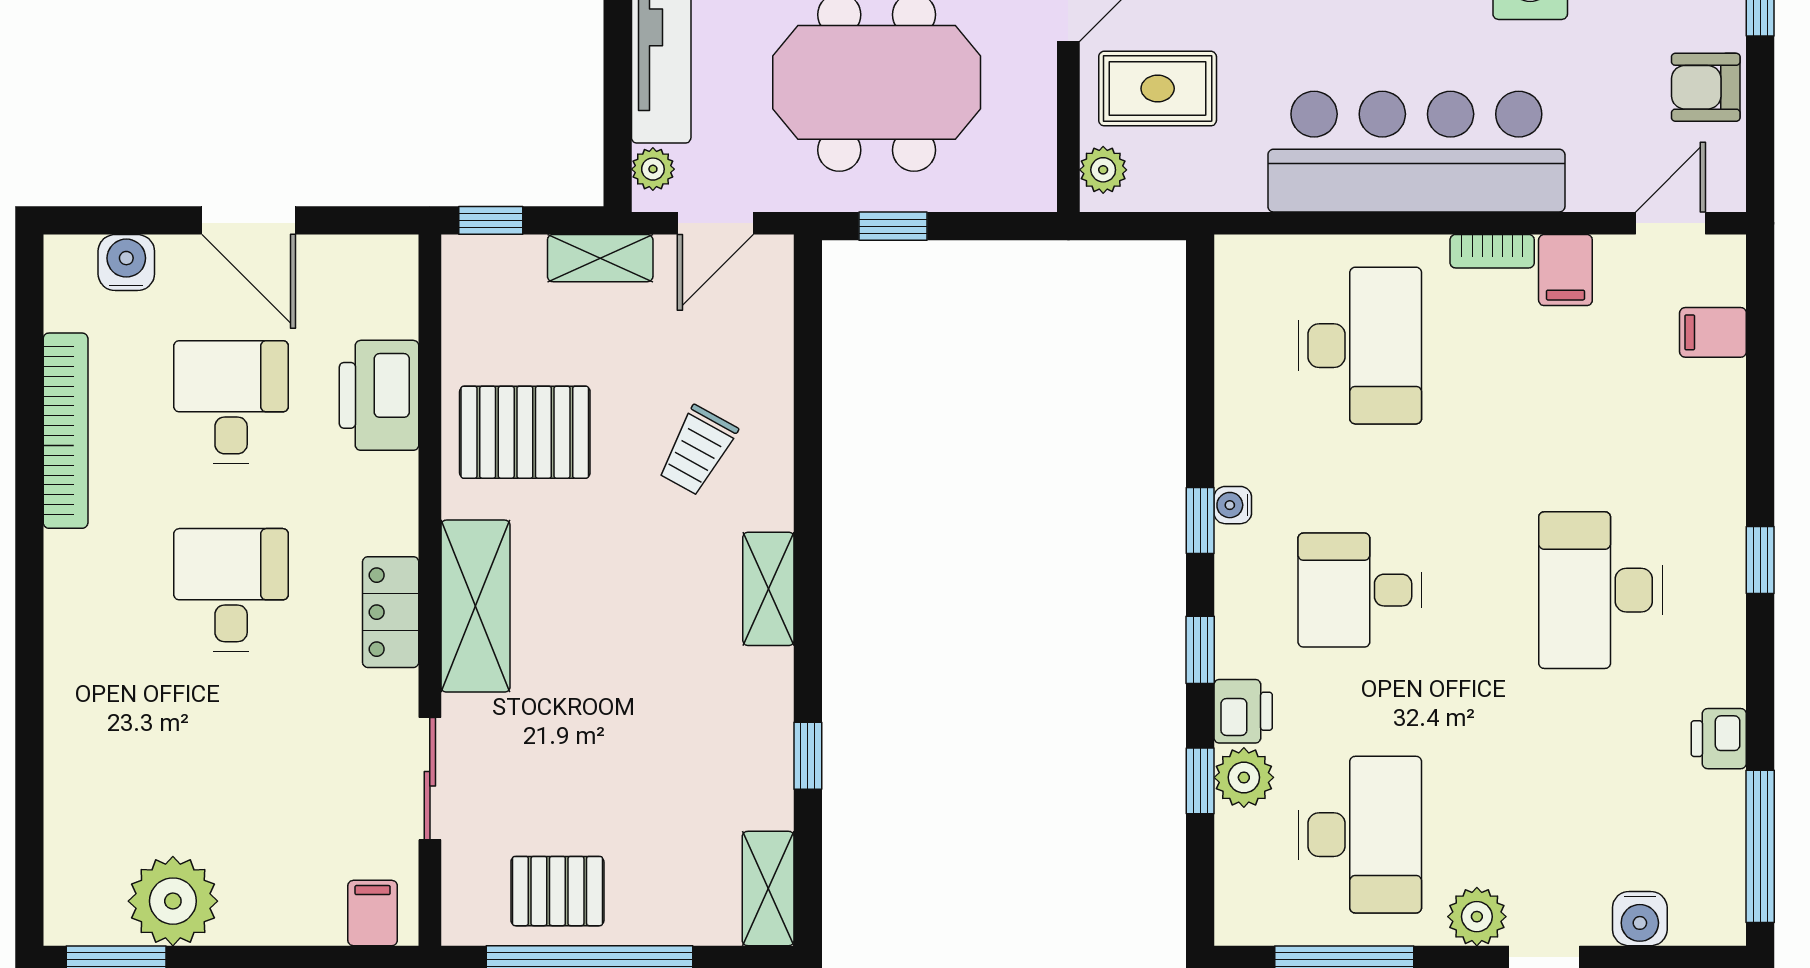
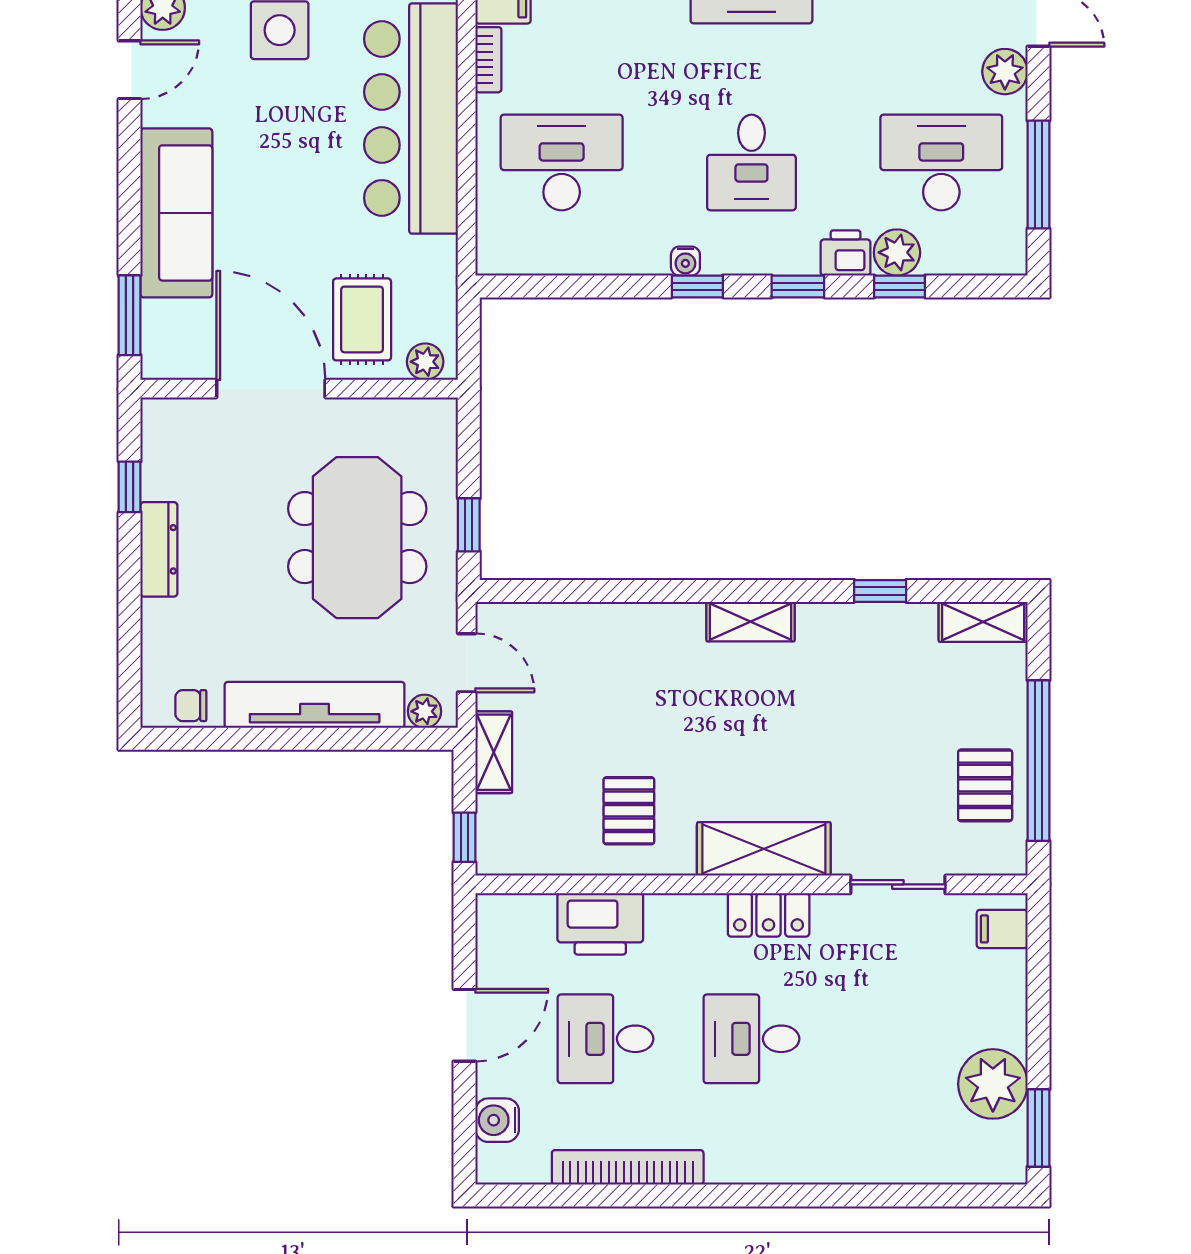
pallet: (525, 432) -> (629, 811), width x0.67, depth x0.71
trolley: (697, 450) -> (643, 677), removed

